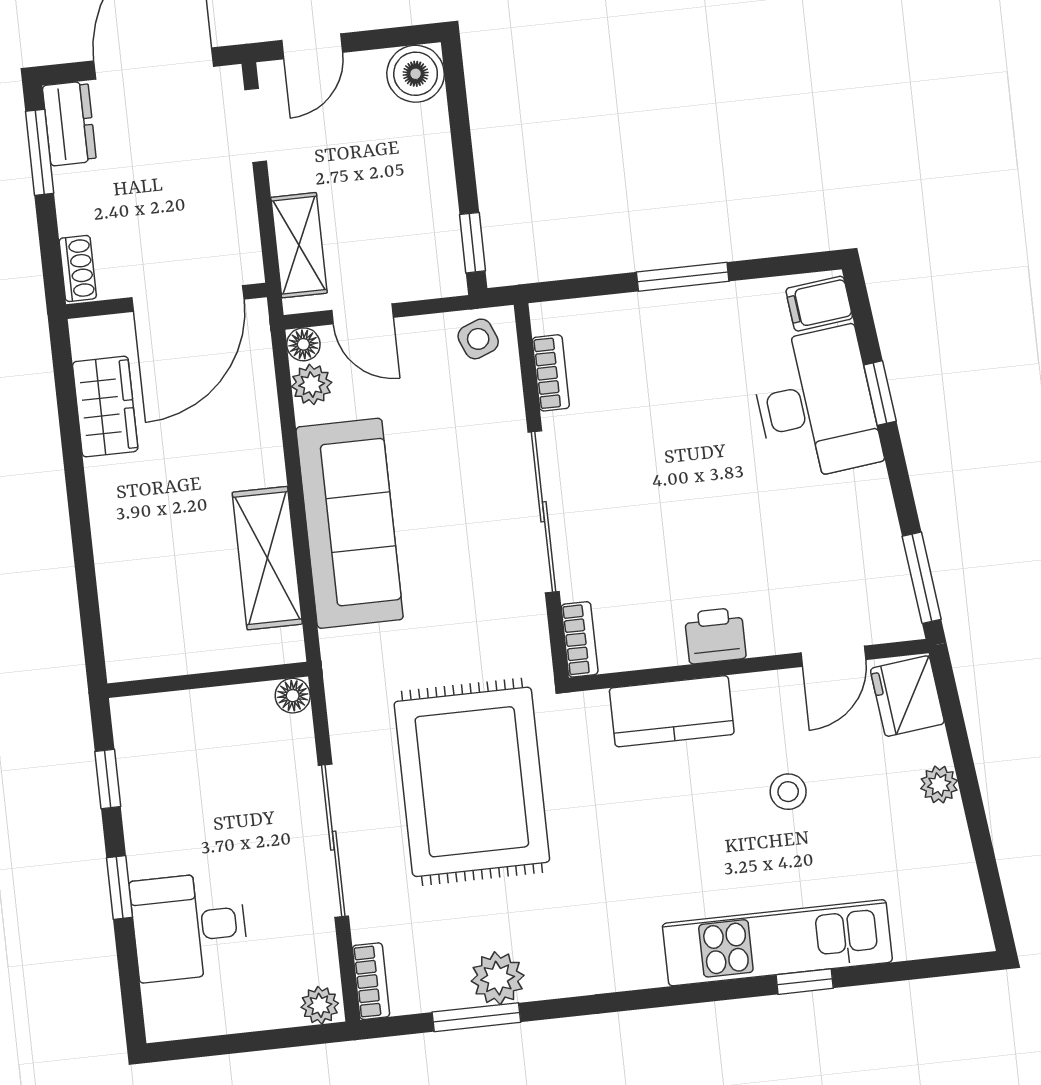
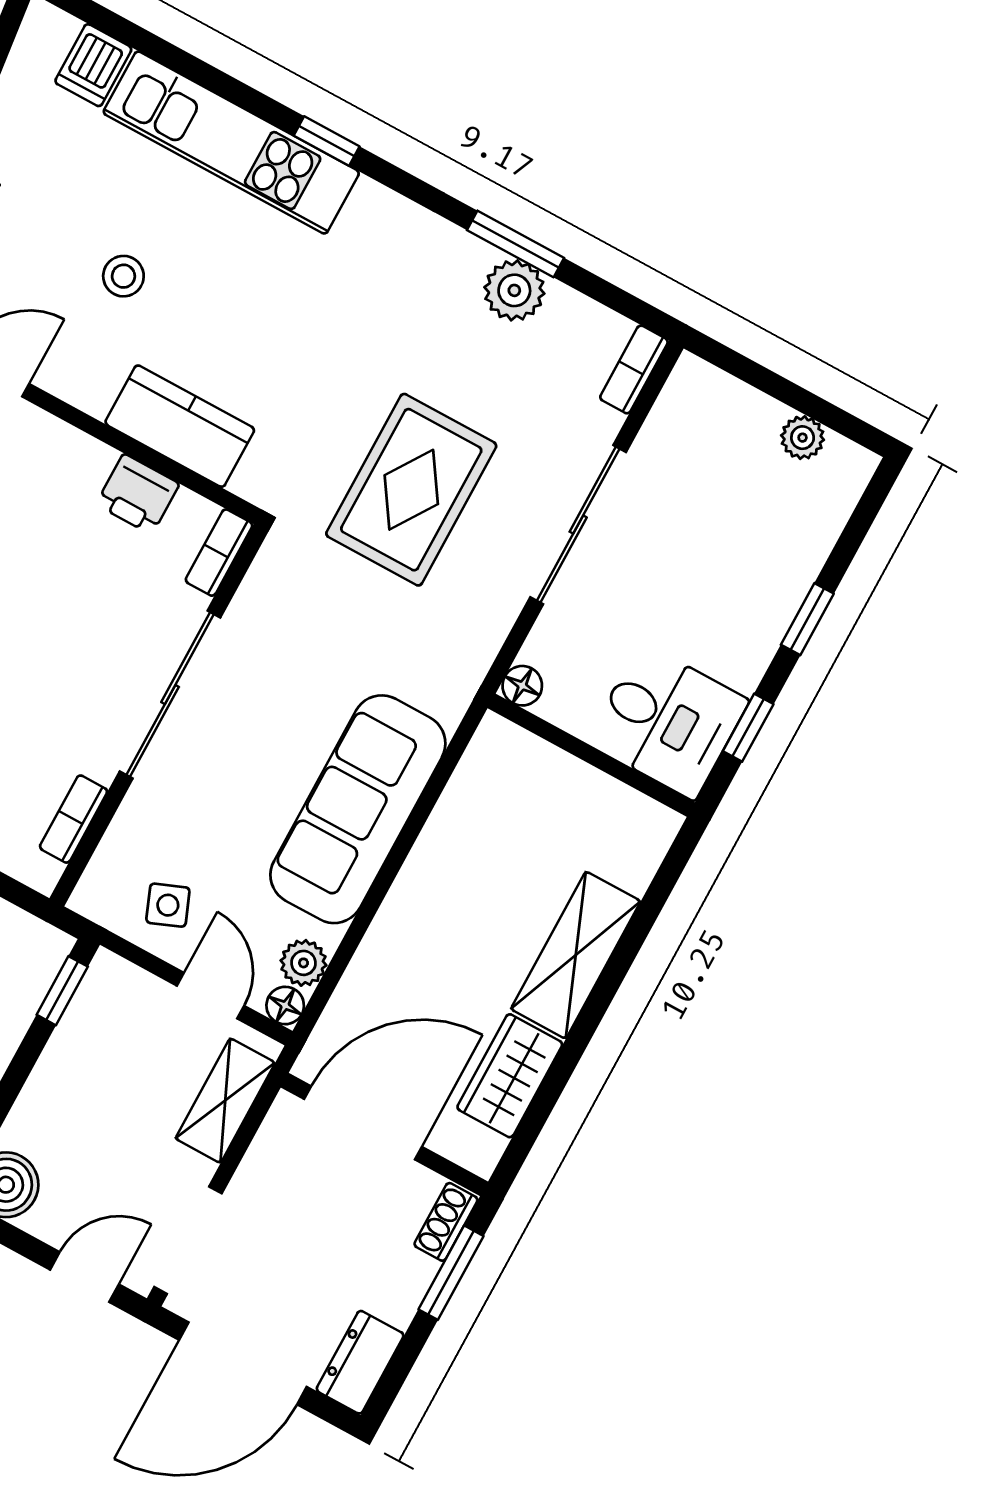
doorway: (256, 125) -> (188, 1240), width x1.38
window: (40, 152) -> (451, 1273), moved
side table: (478, 339) -> (168, 905), moved
shelving: (267, 558) -> (576, 955), moved
printer: (715, 636) -> (138, 494), moved
rug: (472, 782) -> (411, 490), width x0.73, depth x0.69
desk: (189, 927) -> (668, 721), moved
dishwasher: (916, 929) -> (93, 65), added
window: (805, 982) -> (327, 141), moved
plant: (320, 1005) -> (803, 438), moved
window: (476, 1017) -> (515, 244), moved

